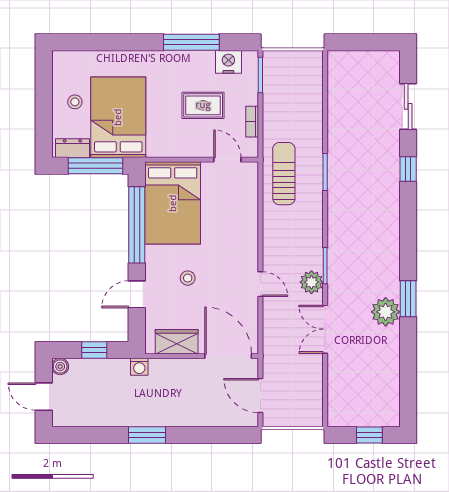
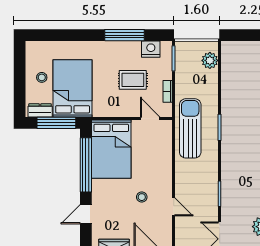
sun lounger: (284, 174) -> (190, 128), width x1.36, depth x1.34
stool: (188, 278) -> (142, 197), moved
plant: (311, 282) -> (210, 60), moved

